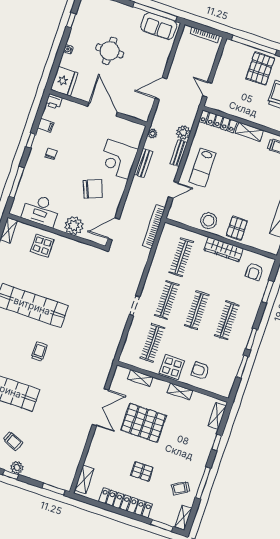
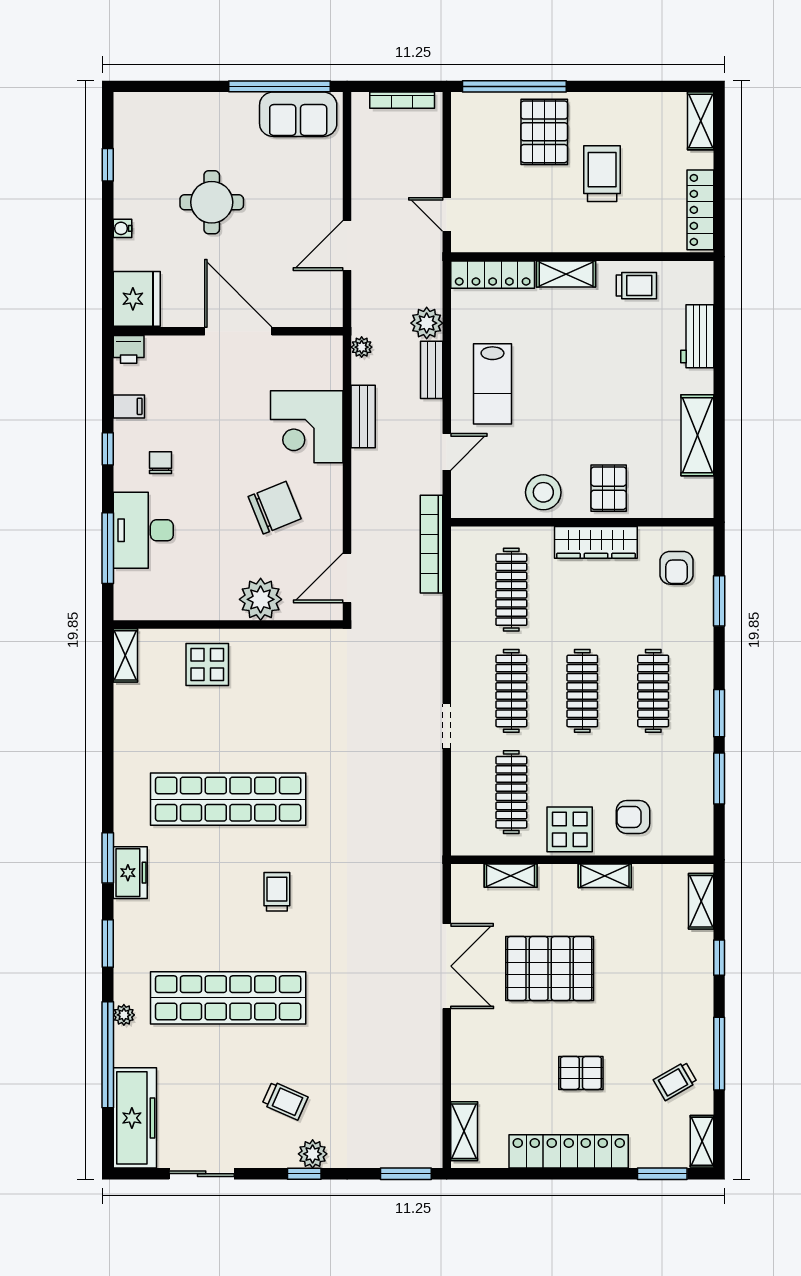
desk: (41, 210) -> (143, 530), moved, turned 90

